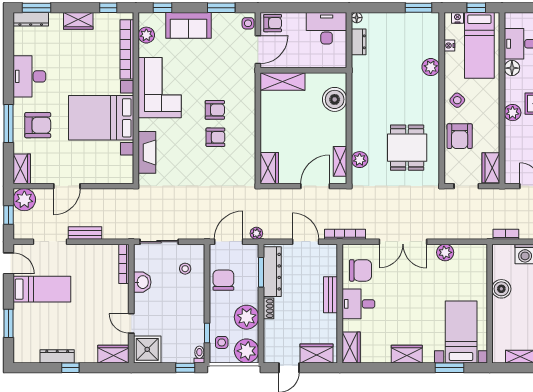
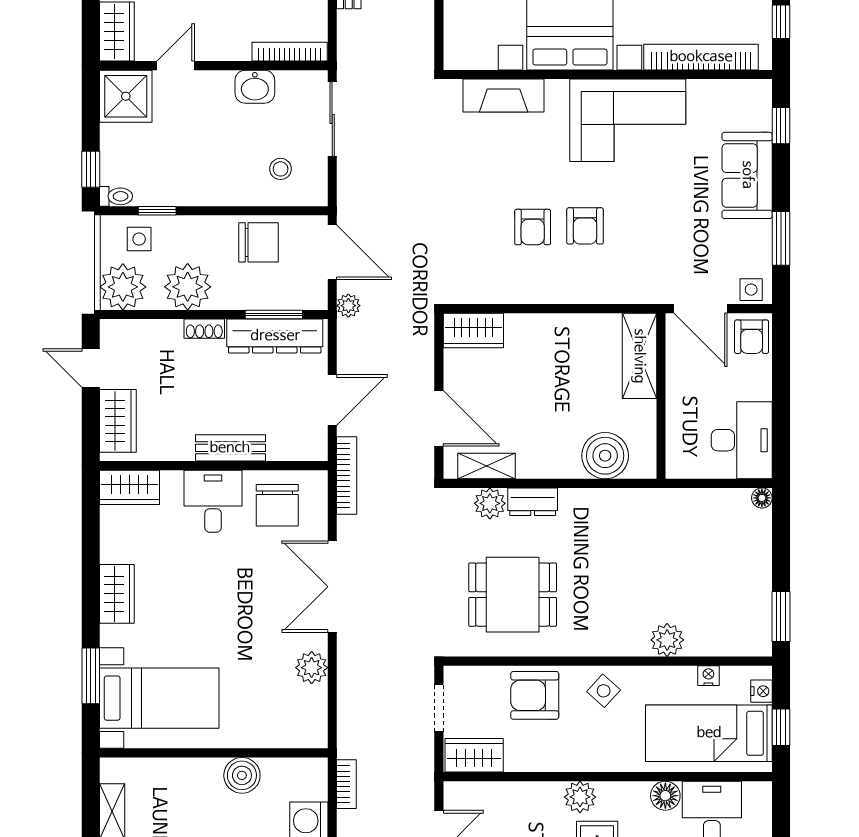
plant: (146, 35) -> (729, 95), removed
dresser: (359, 42) -> (533, 502), moved

